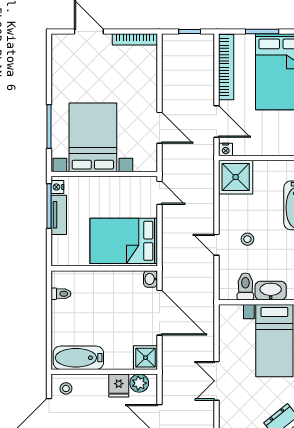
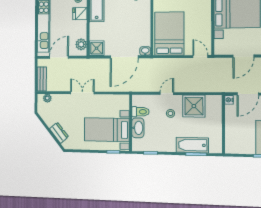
shower: (236, 177) -> (194, 106), moved
door: (160, 193) -> (200, 56), swing flipped
fridge: (119, 386) -> (80, 14), moved

